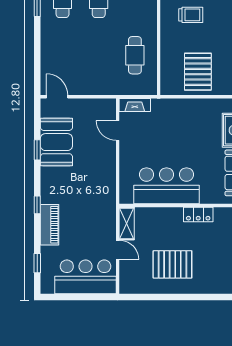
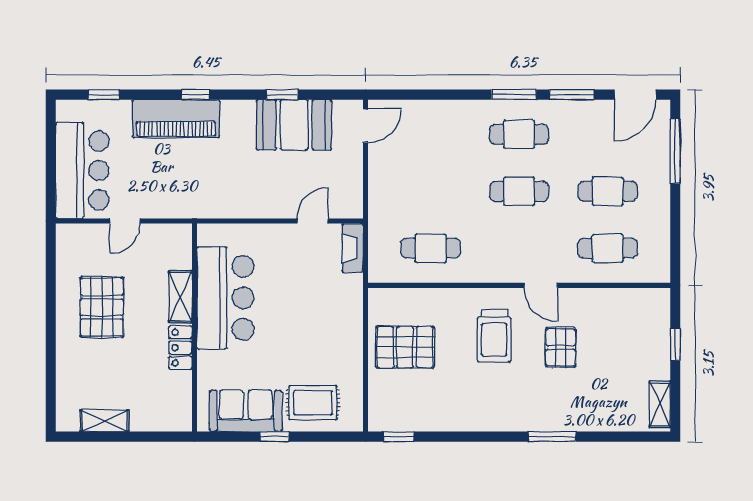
trolley: (191, 15) -> (494, 336), width x1.36, depth x1.39
shelving: (127, 224) -> (180, 297), moved, turned 90
piano: (49, 225) -> (176, 119), width x1.37, depth x1.33

